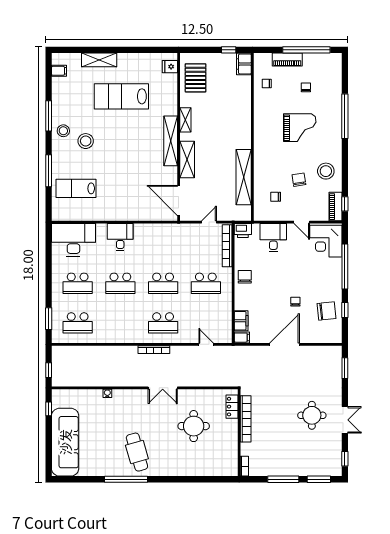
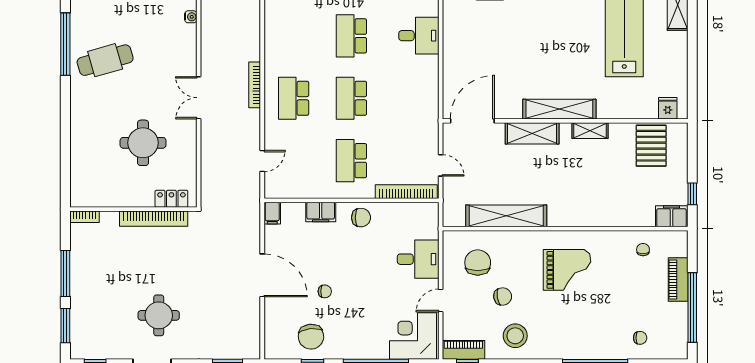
pallet: (196, 78) -> (651, 146), turned 90
chair: (306, 87) -> (640, 338), moved
grand piano: (300, 128) -> (567, 270), moved, turned -90
chair: (276, 197) -> (478, 263), width x1.87, depth x1.87
printer: (243, 230) -> (428, 215), removed
filing cabinet: (241, 321) -> (321, 212), moved

